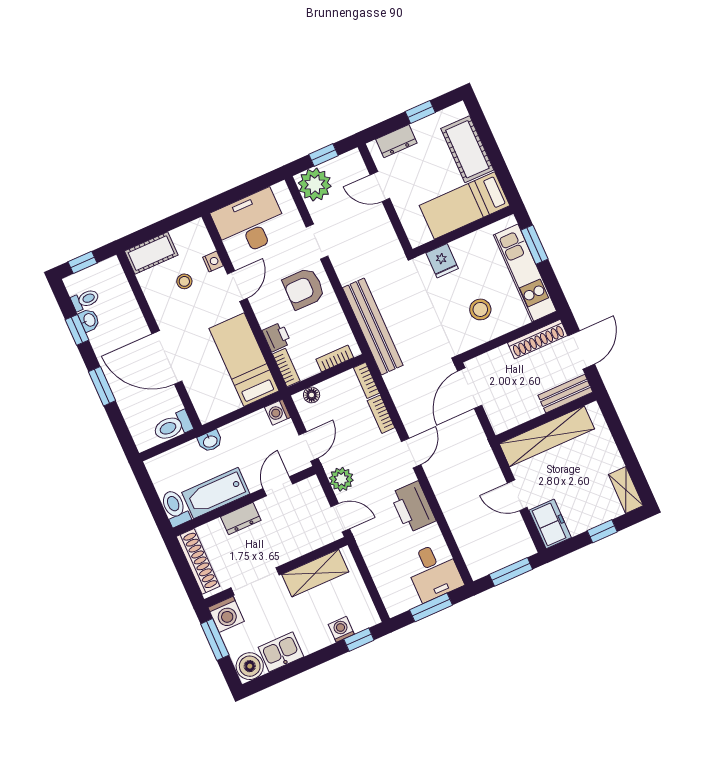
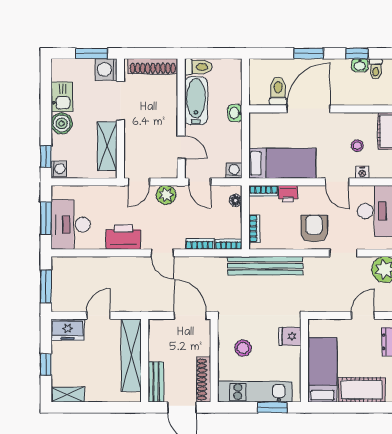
toilet: (173, 426) -> (278, 91), moved
dresser: (241, 519) -> (170, 110), removed
desk: (434, 572) -> (71, 225), width x1.37
washing machine: (341, 629) -> (59, 169), moved
boiler: (250, 666) -> (62, 123), moved

